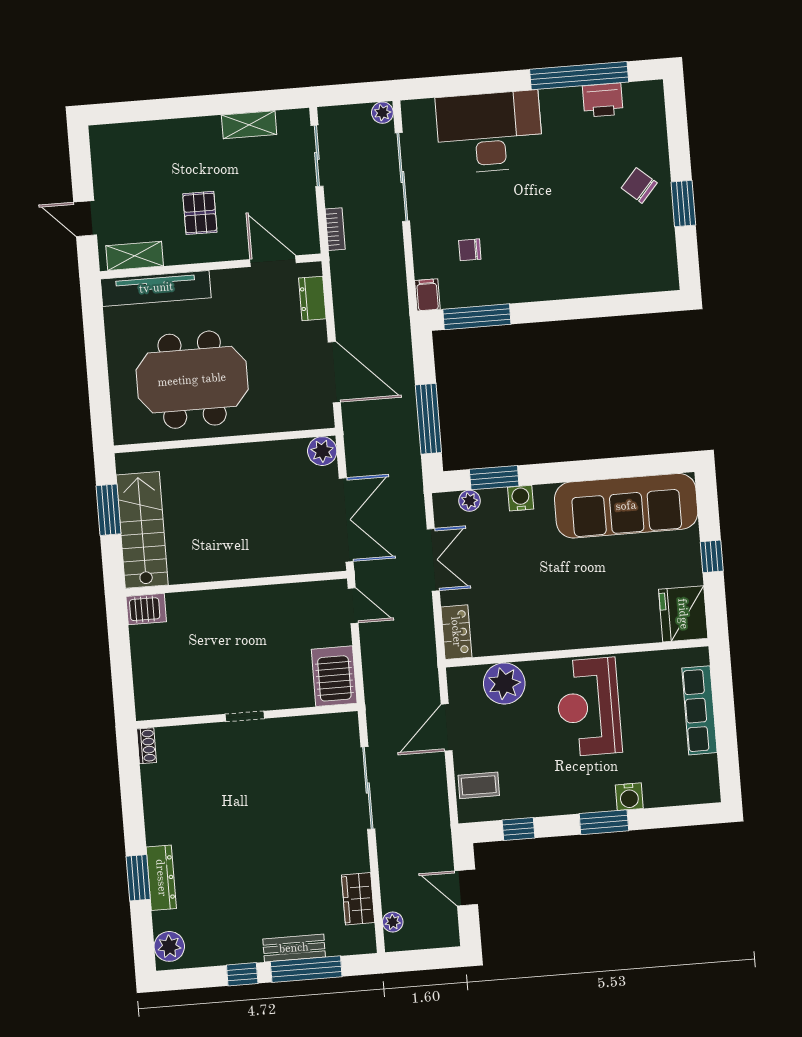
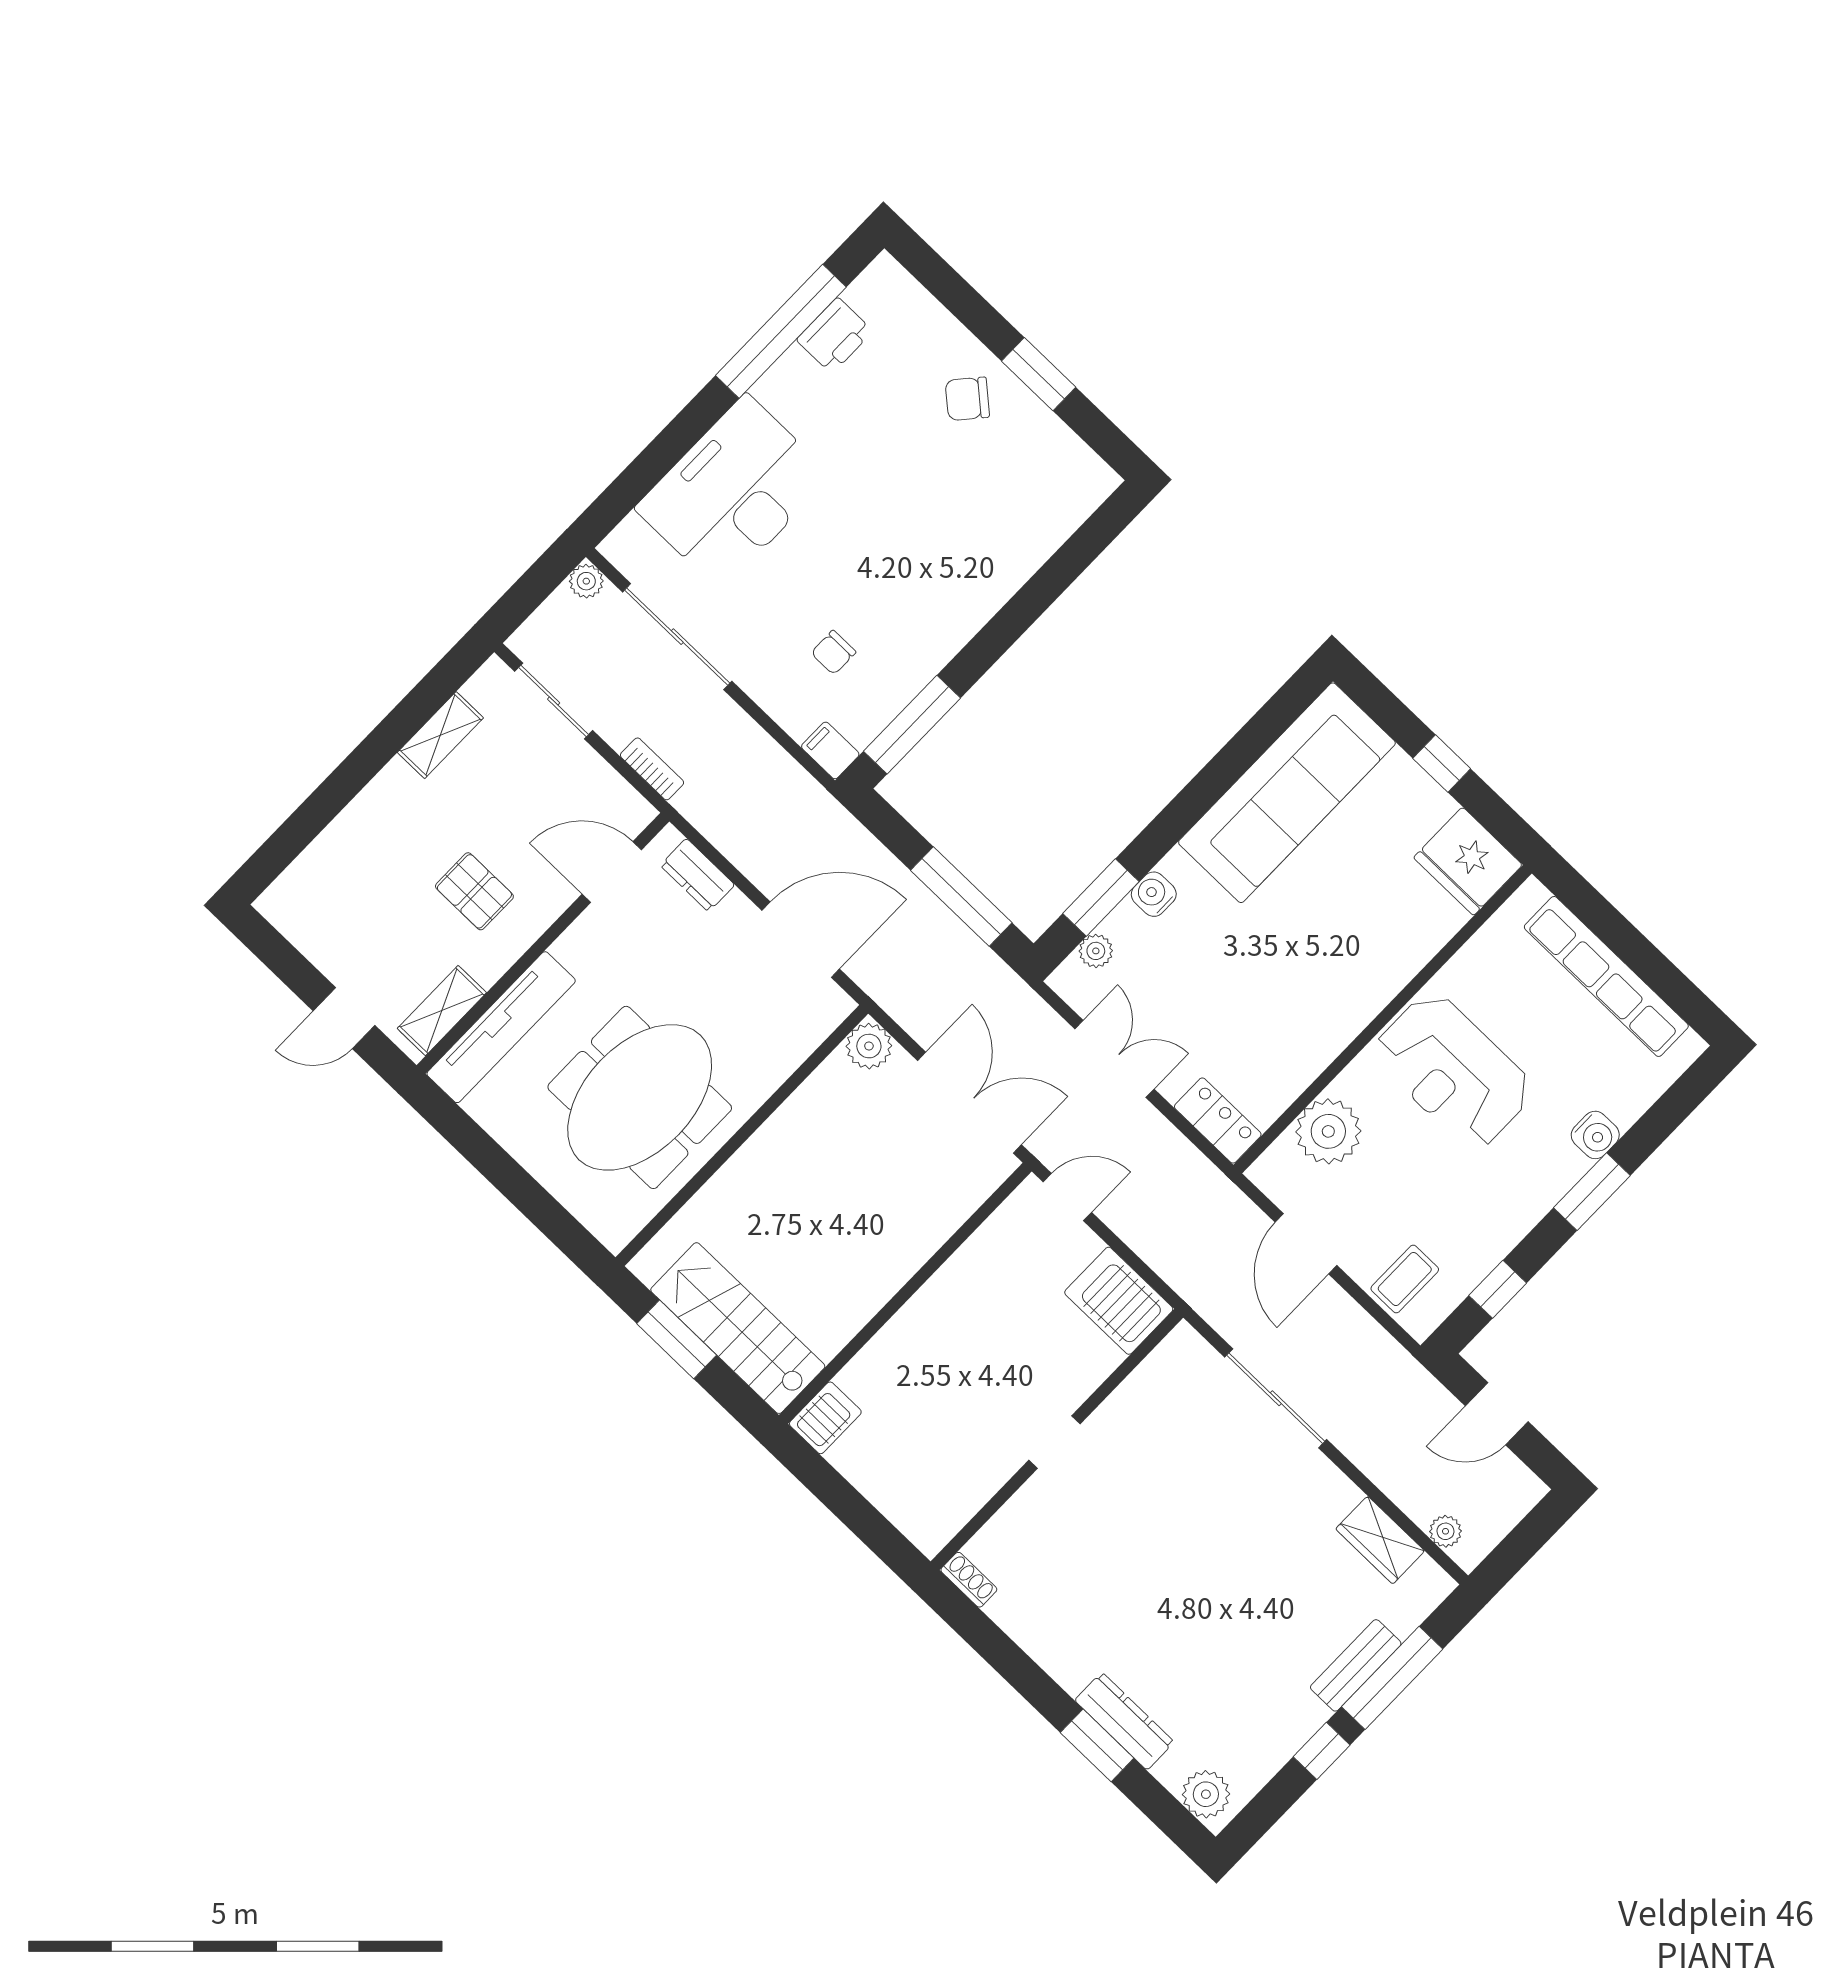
row of seats: (699, 710) -> (1606, 976), width x1.36

